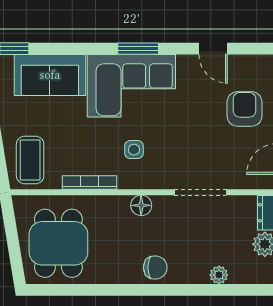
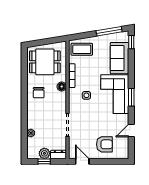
floor lamp: (141, 205) -> (62, 87), moved
chair: (155, 267) -> (39, 93), moved

